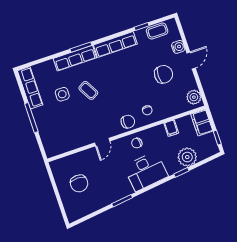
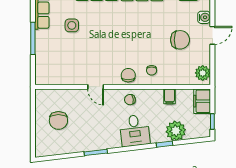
coffee table: (88, 90) -> (99, 31), removed
chair: (128, 122) -> (128, 75), turned -90
door: (102, 142) -> (96, 87), hinge flipped
desk: (146, 171) -> (135, 130), width x0.73

